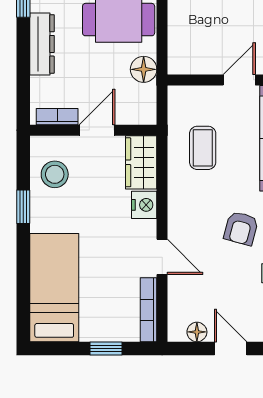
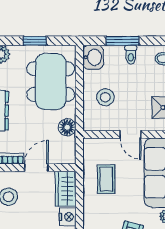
stool: (201, 24) -> (105, 97), added
door: (239, 80) -> (130, 134), swing flipped

